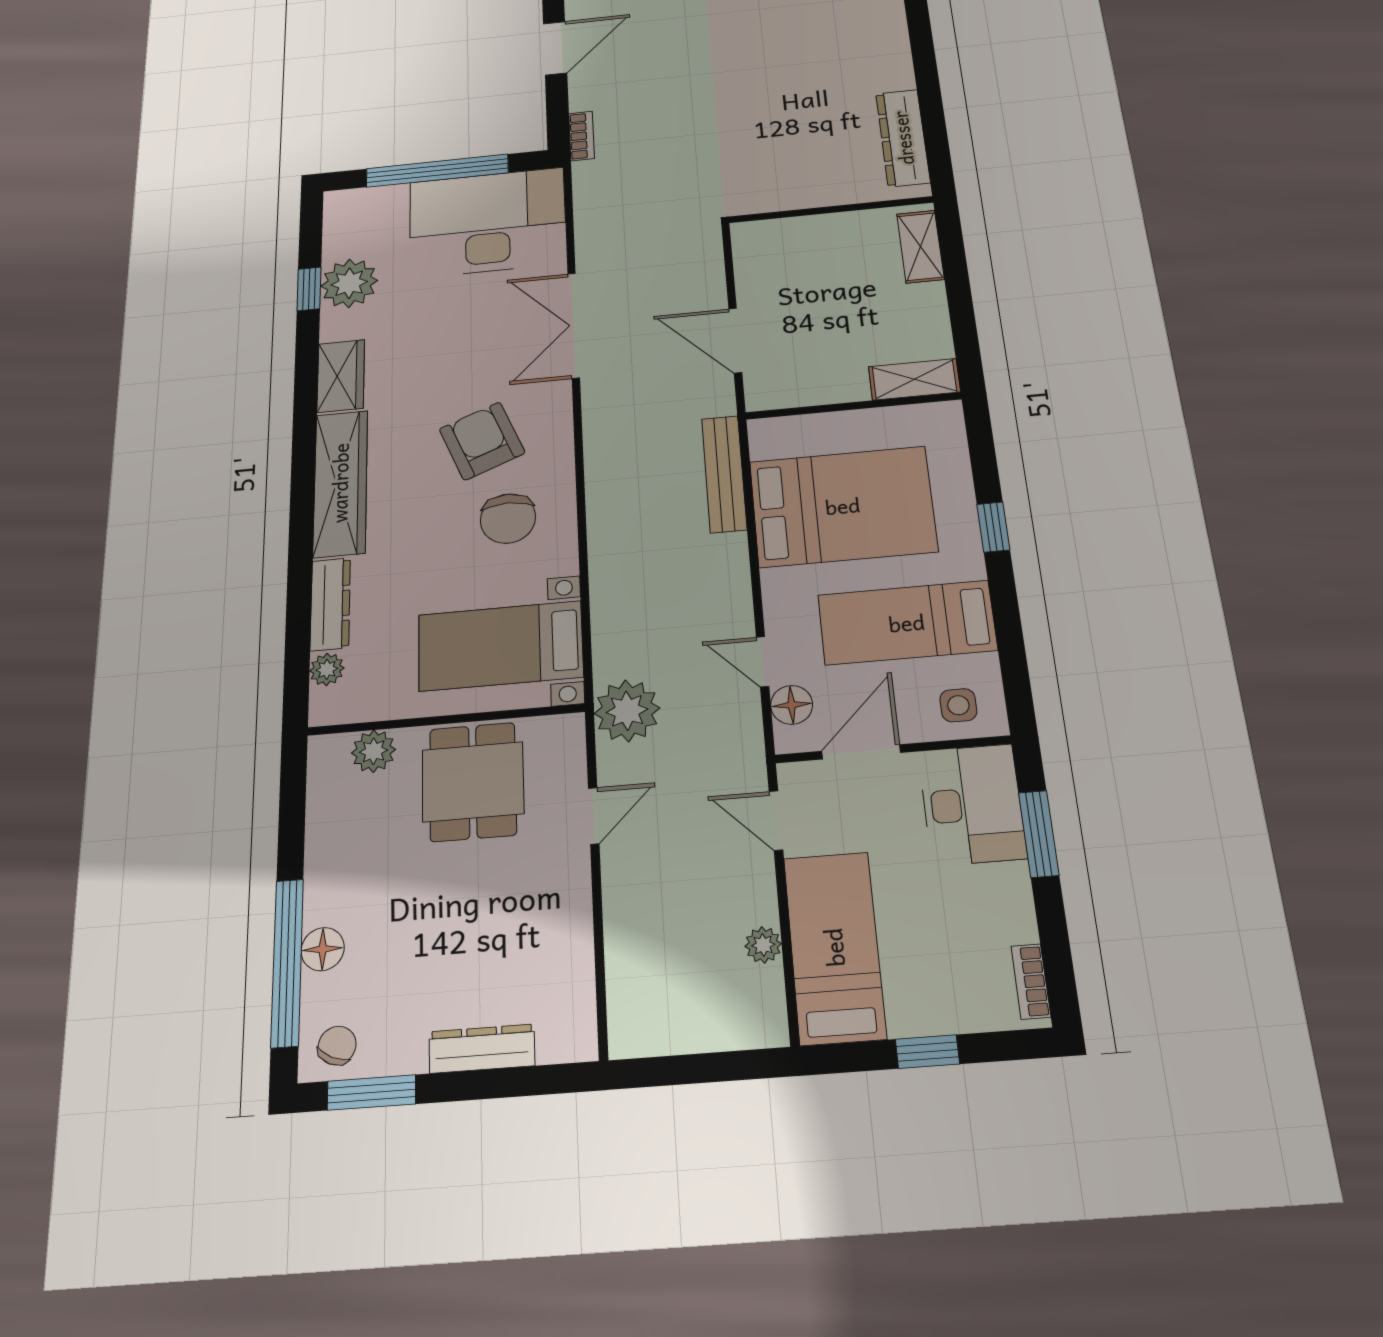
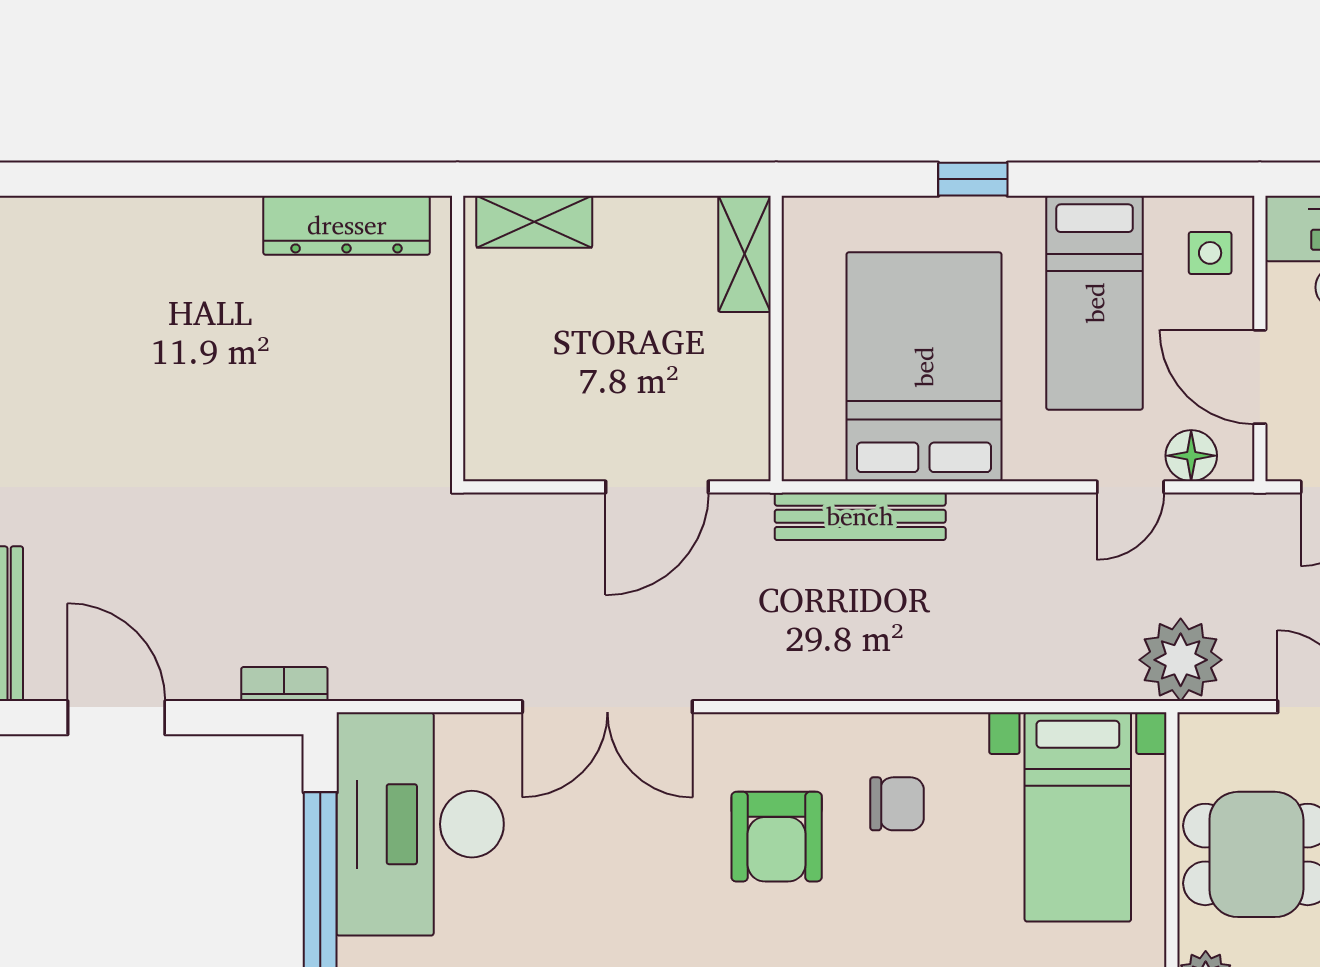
armchair: (482, 441) -> (777, 837), turned -68
chair: (508, 519) -> (897, 804), width x0.73, depth x0.73

